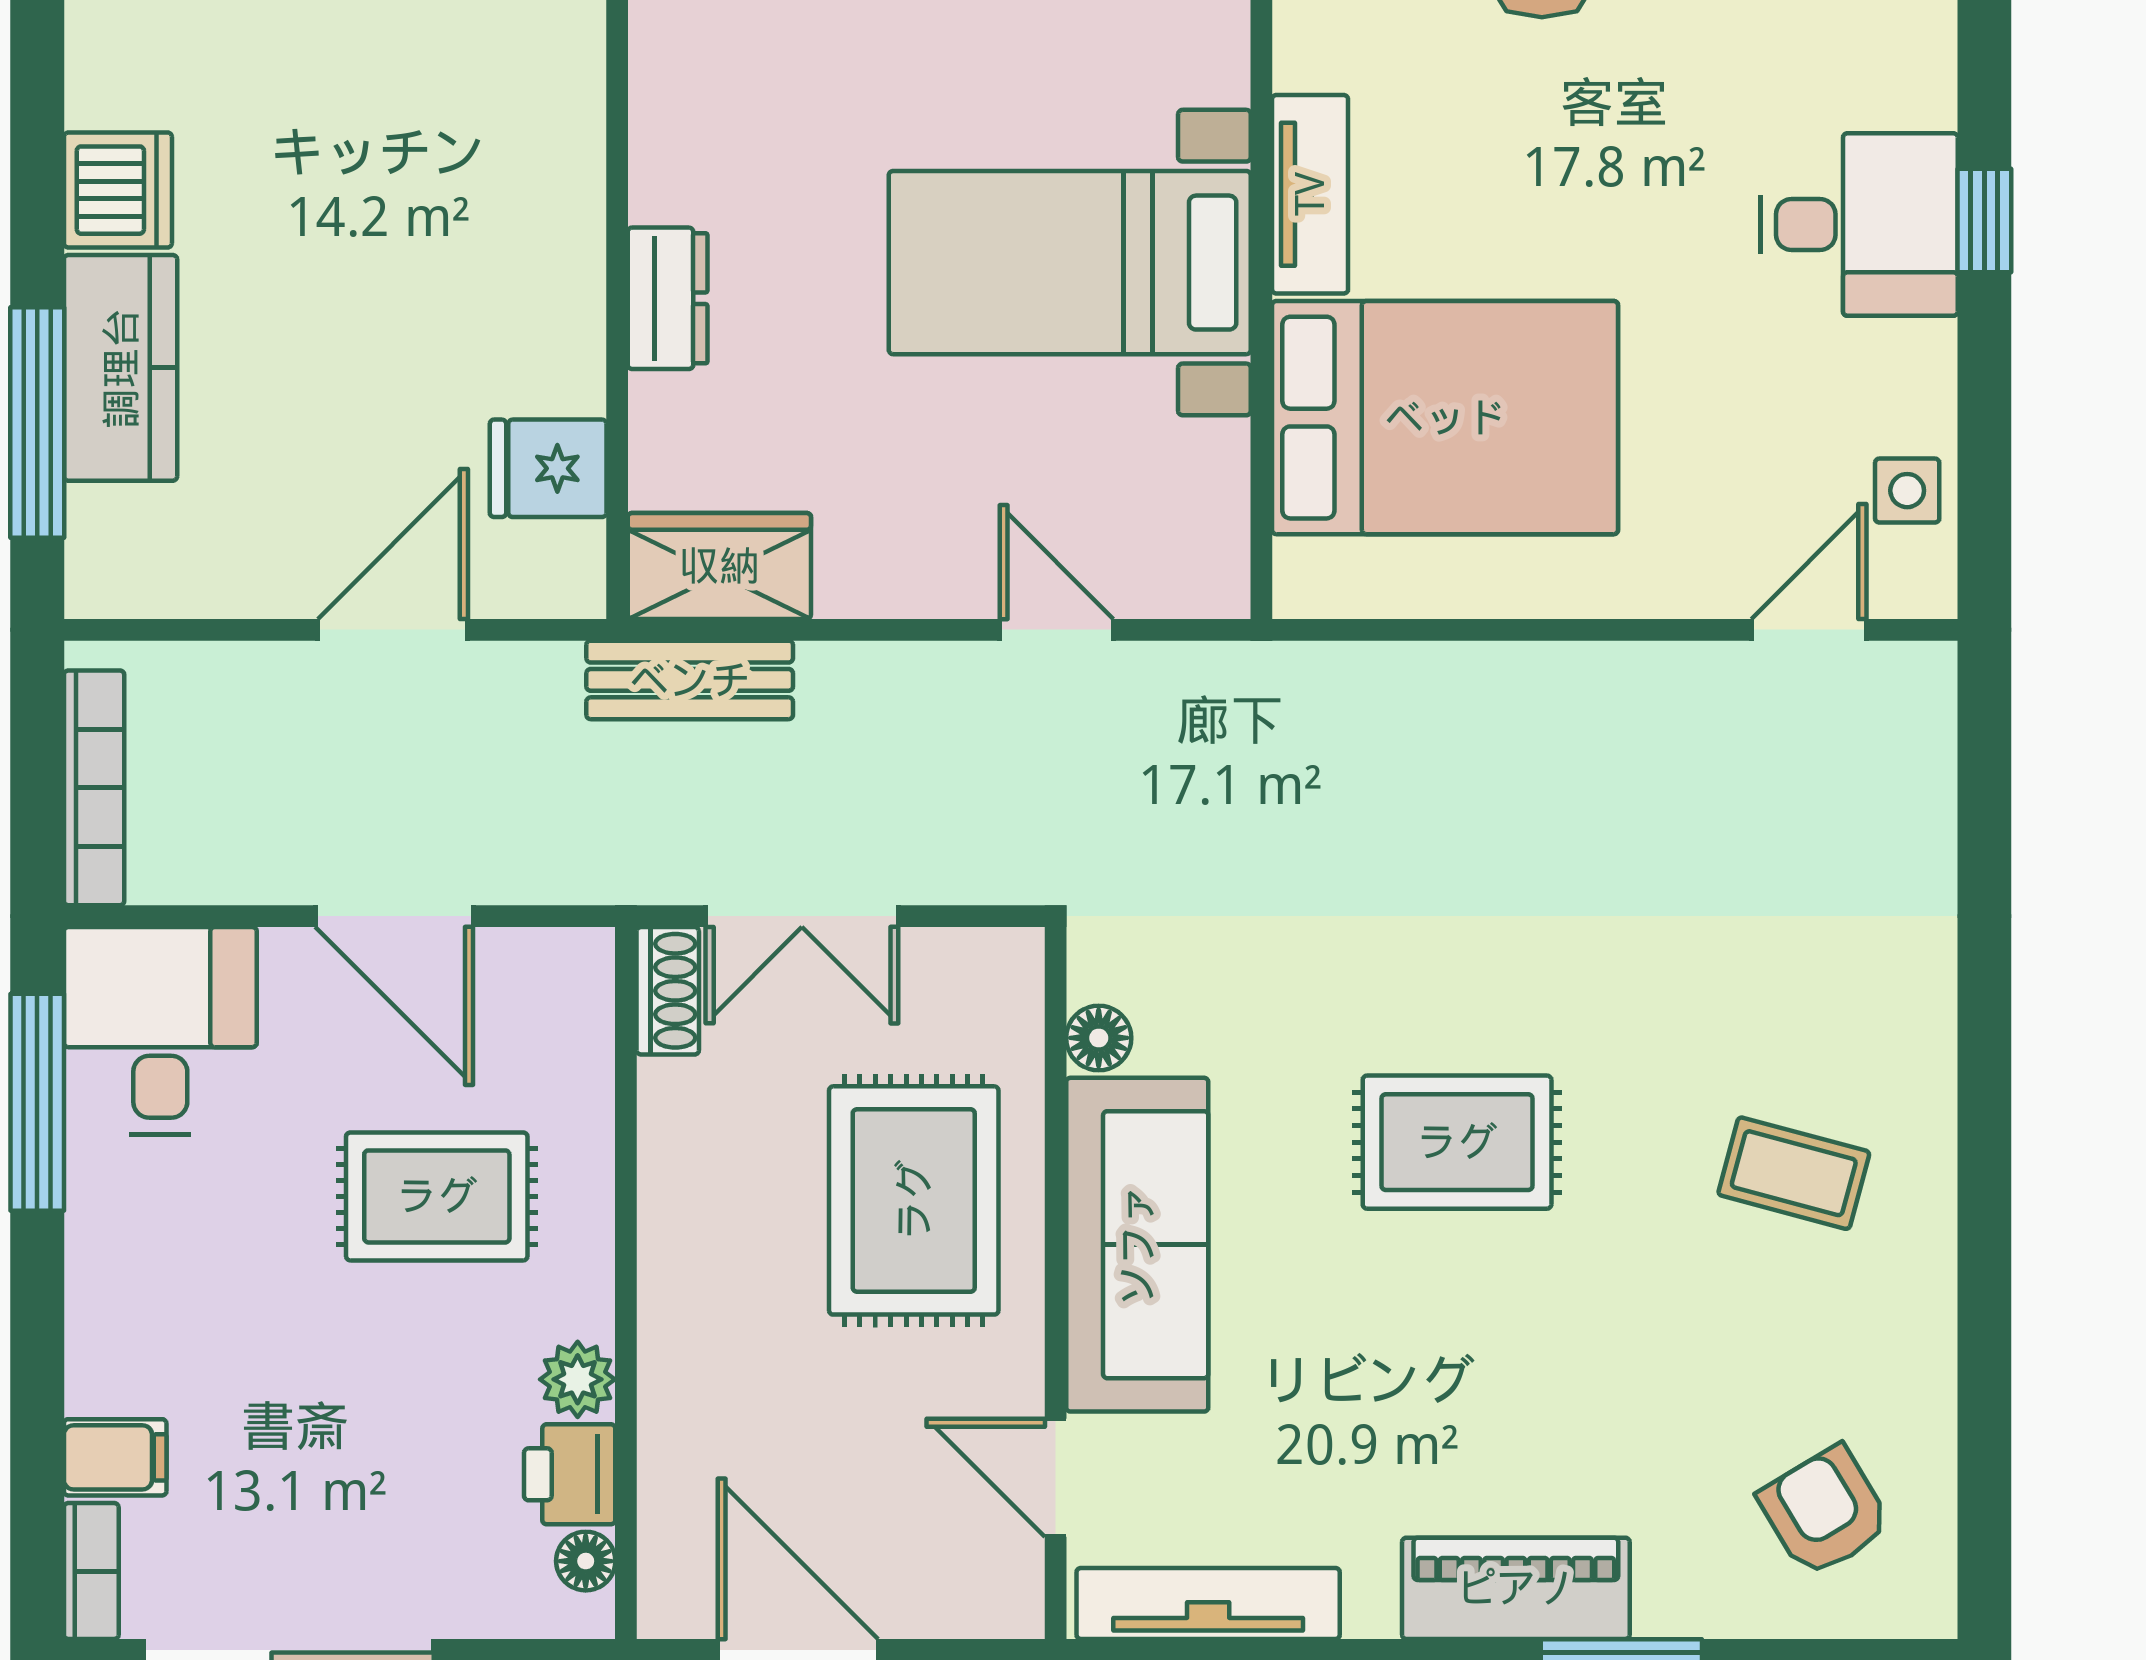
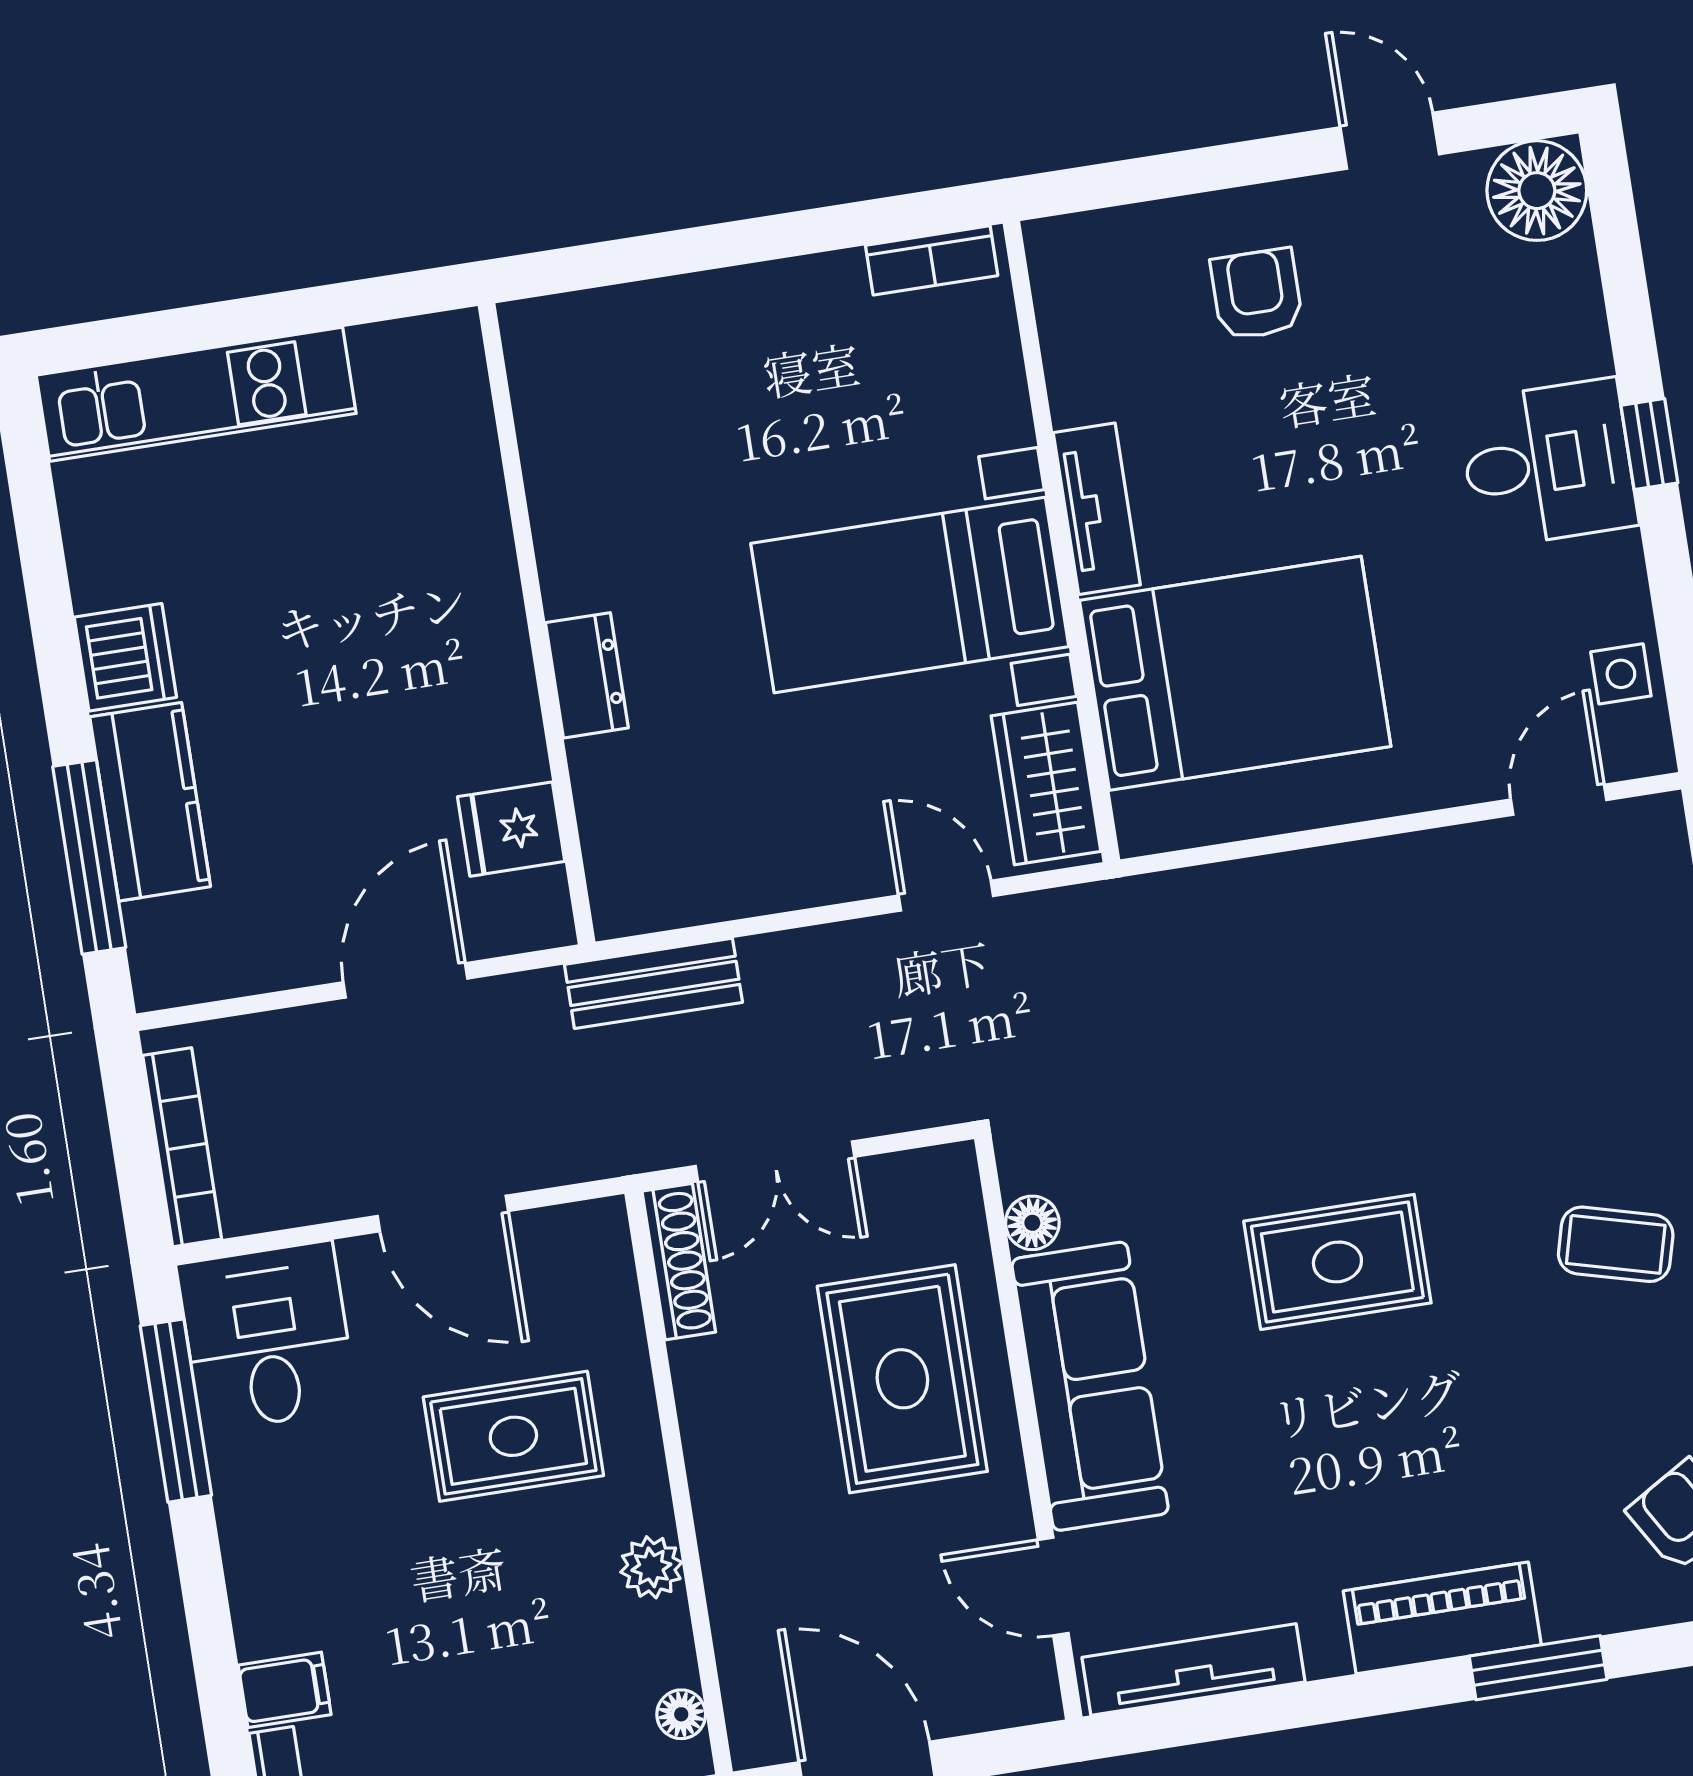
wardrobe: (719, 566) -> (1046, 784), moved, turned -90
shoe rack: (668, 991) -> (679, 1262), width x1.43
printer: (570, 1474) -> (657, 1646), removed

